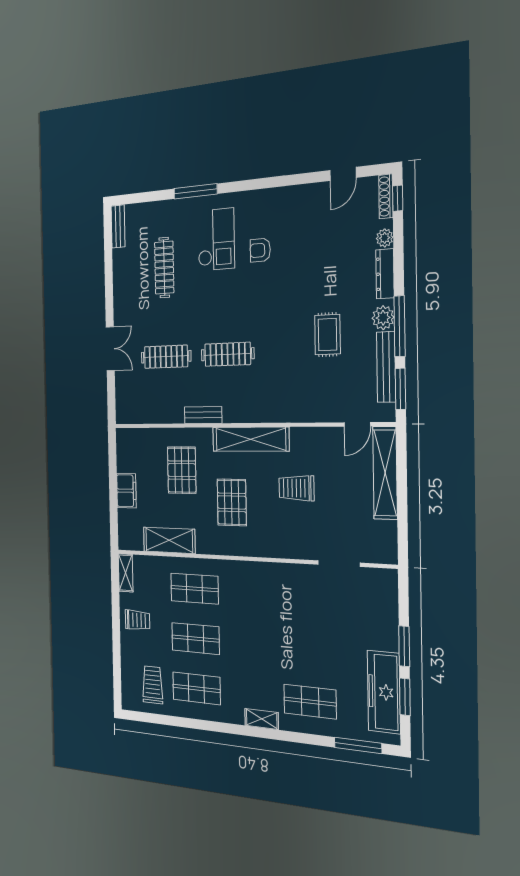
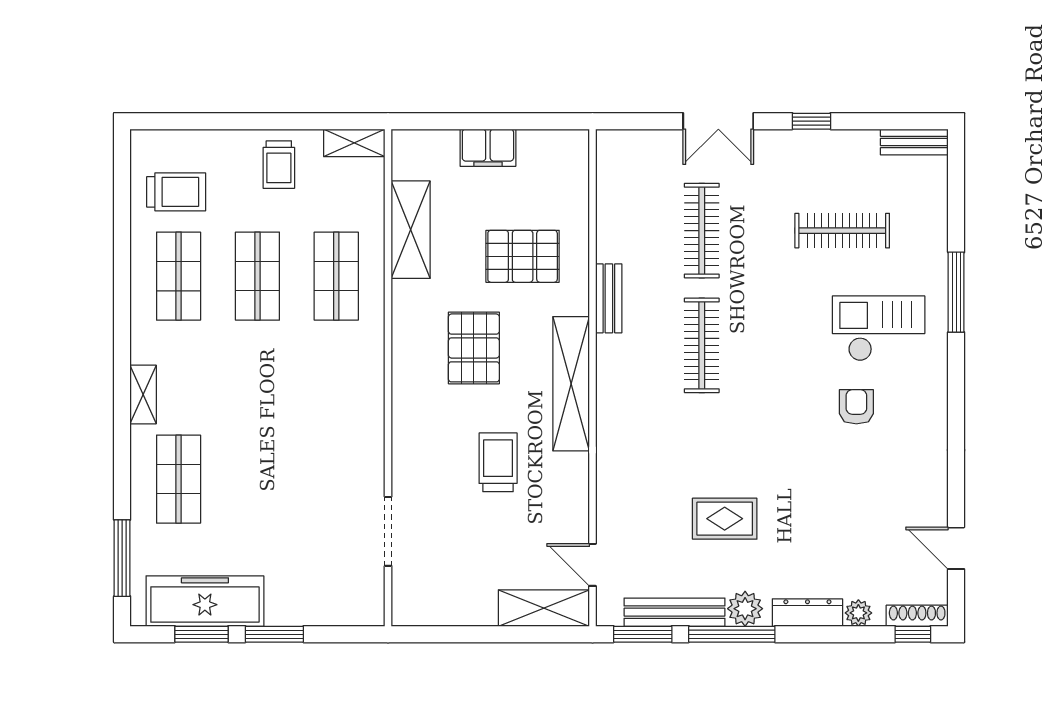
checkout: (216, 240) -> (879, 328), turned 180
window: (109, 291) -> (811, 121), added
shelving: (385, 473) -> (544, 608), width x0.68
pallet: (232, 502) -> (474, 348), turned 90

